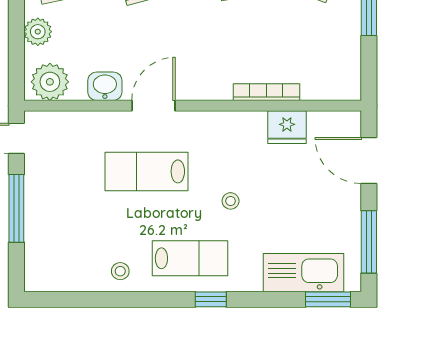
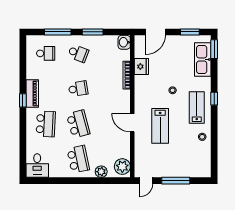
washbasin: (105, 86) -> (124, 42), moved
window: (369, 242) -> (190, 32), width x0.69

